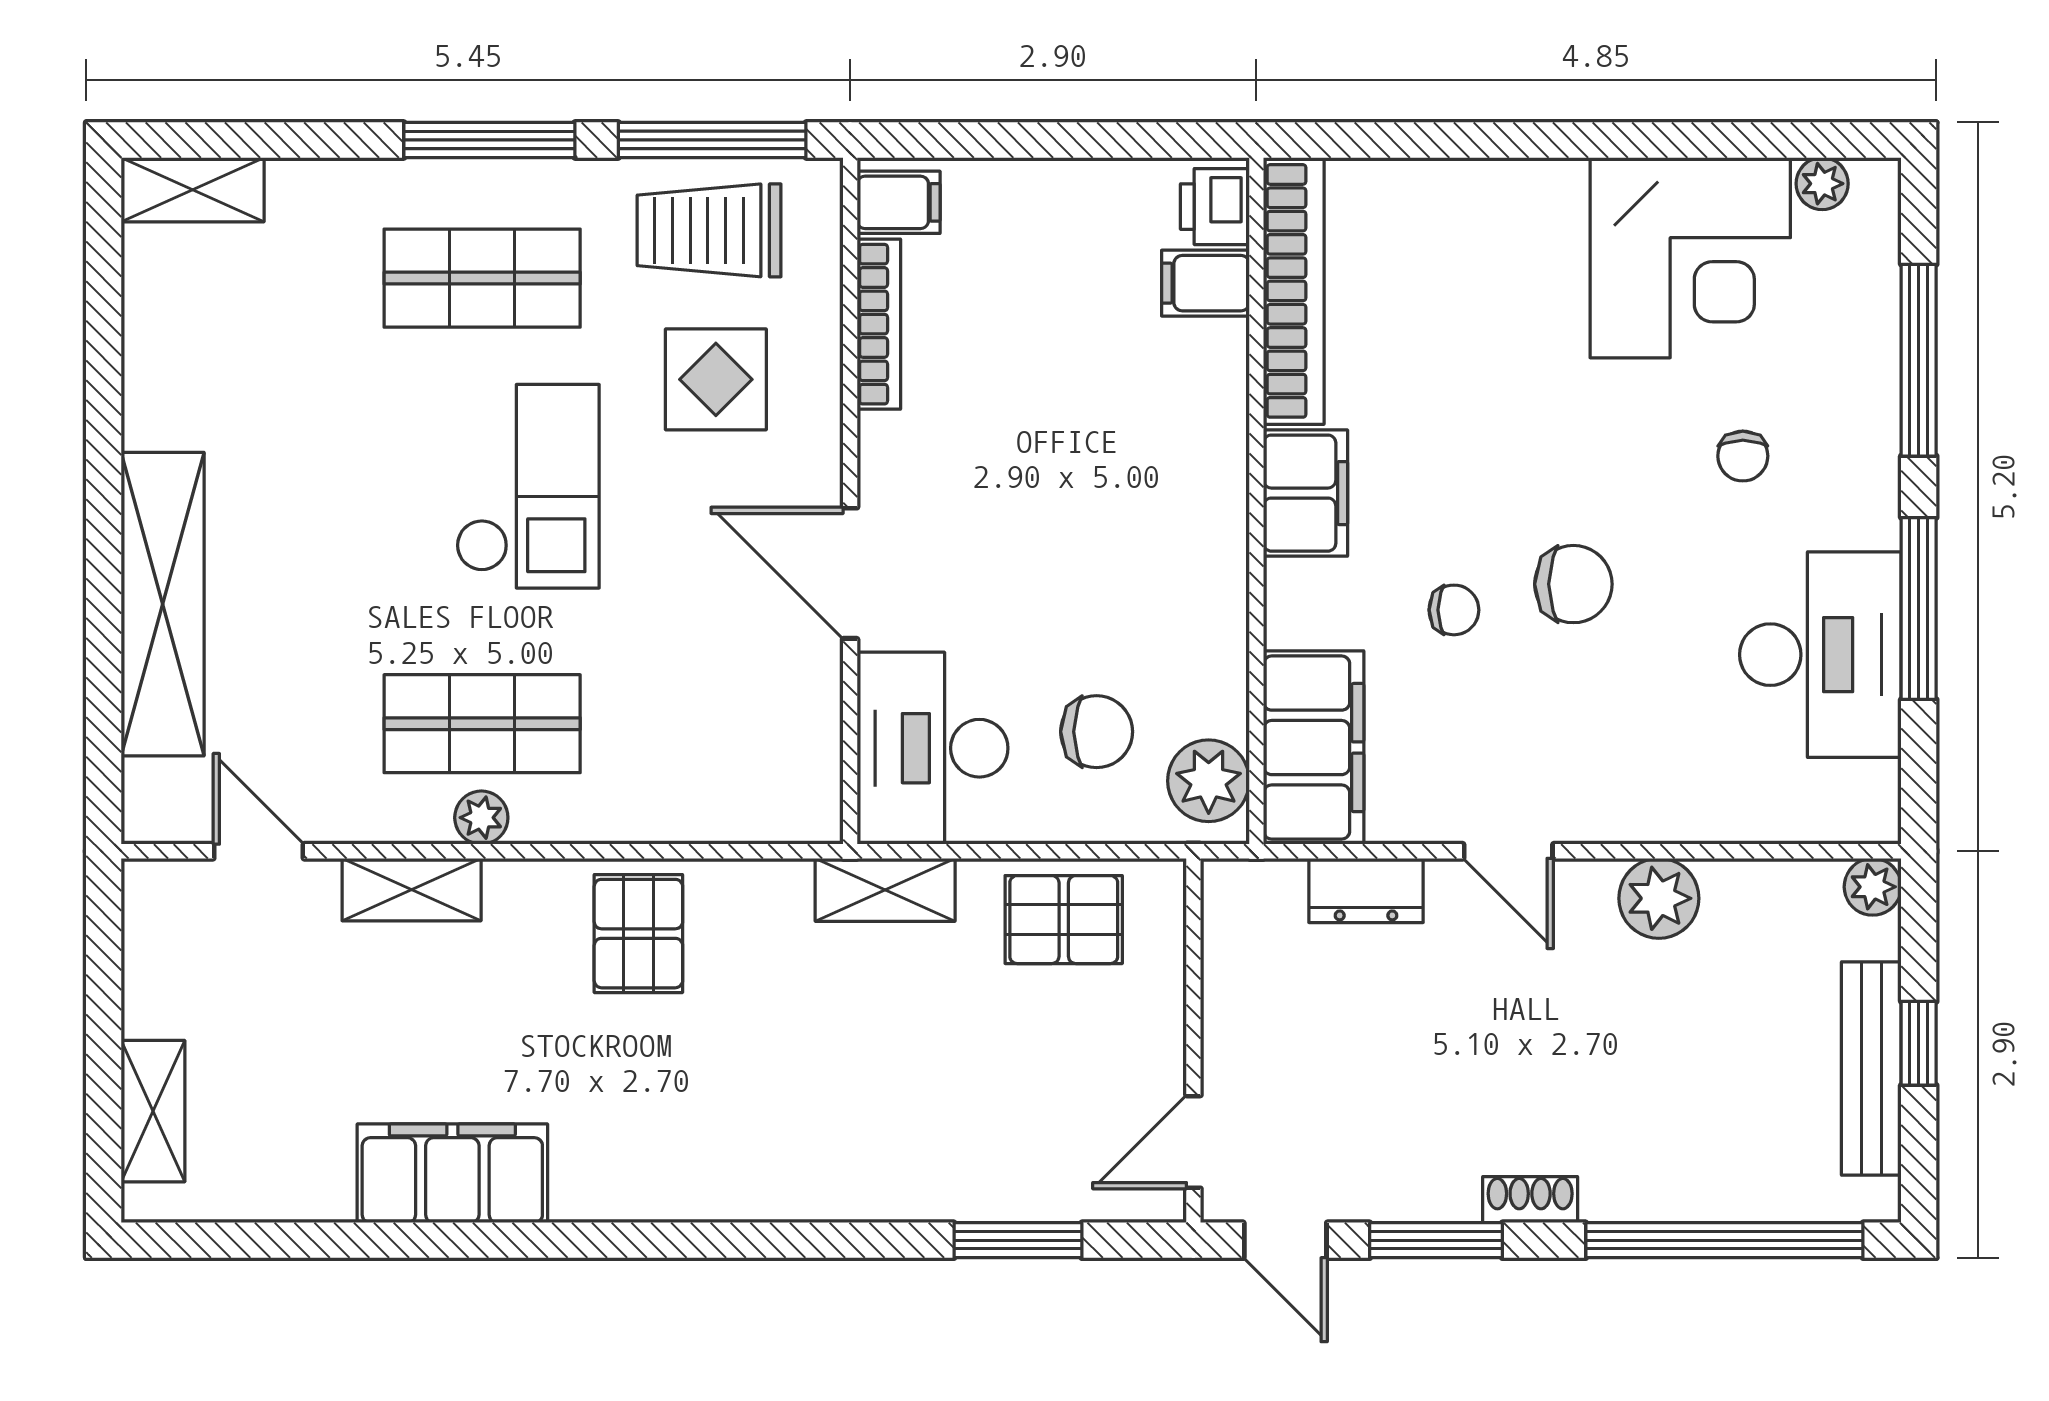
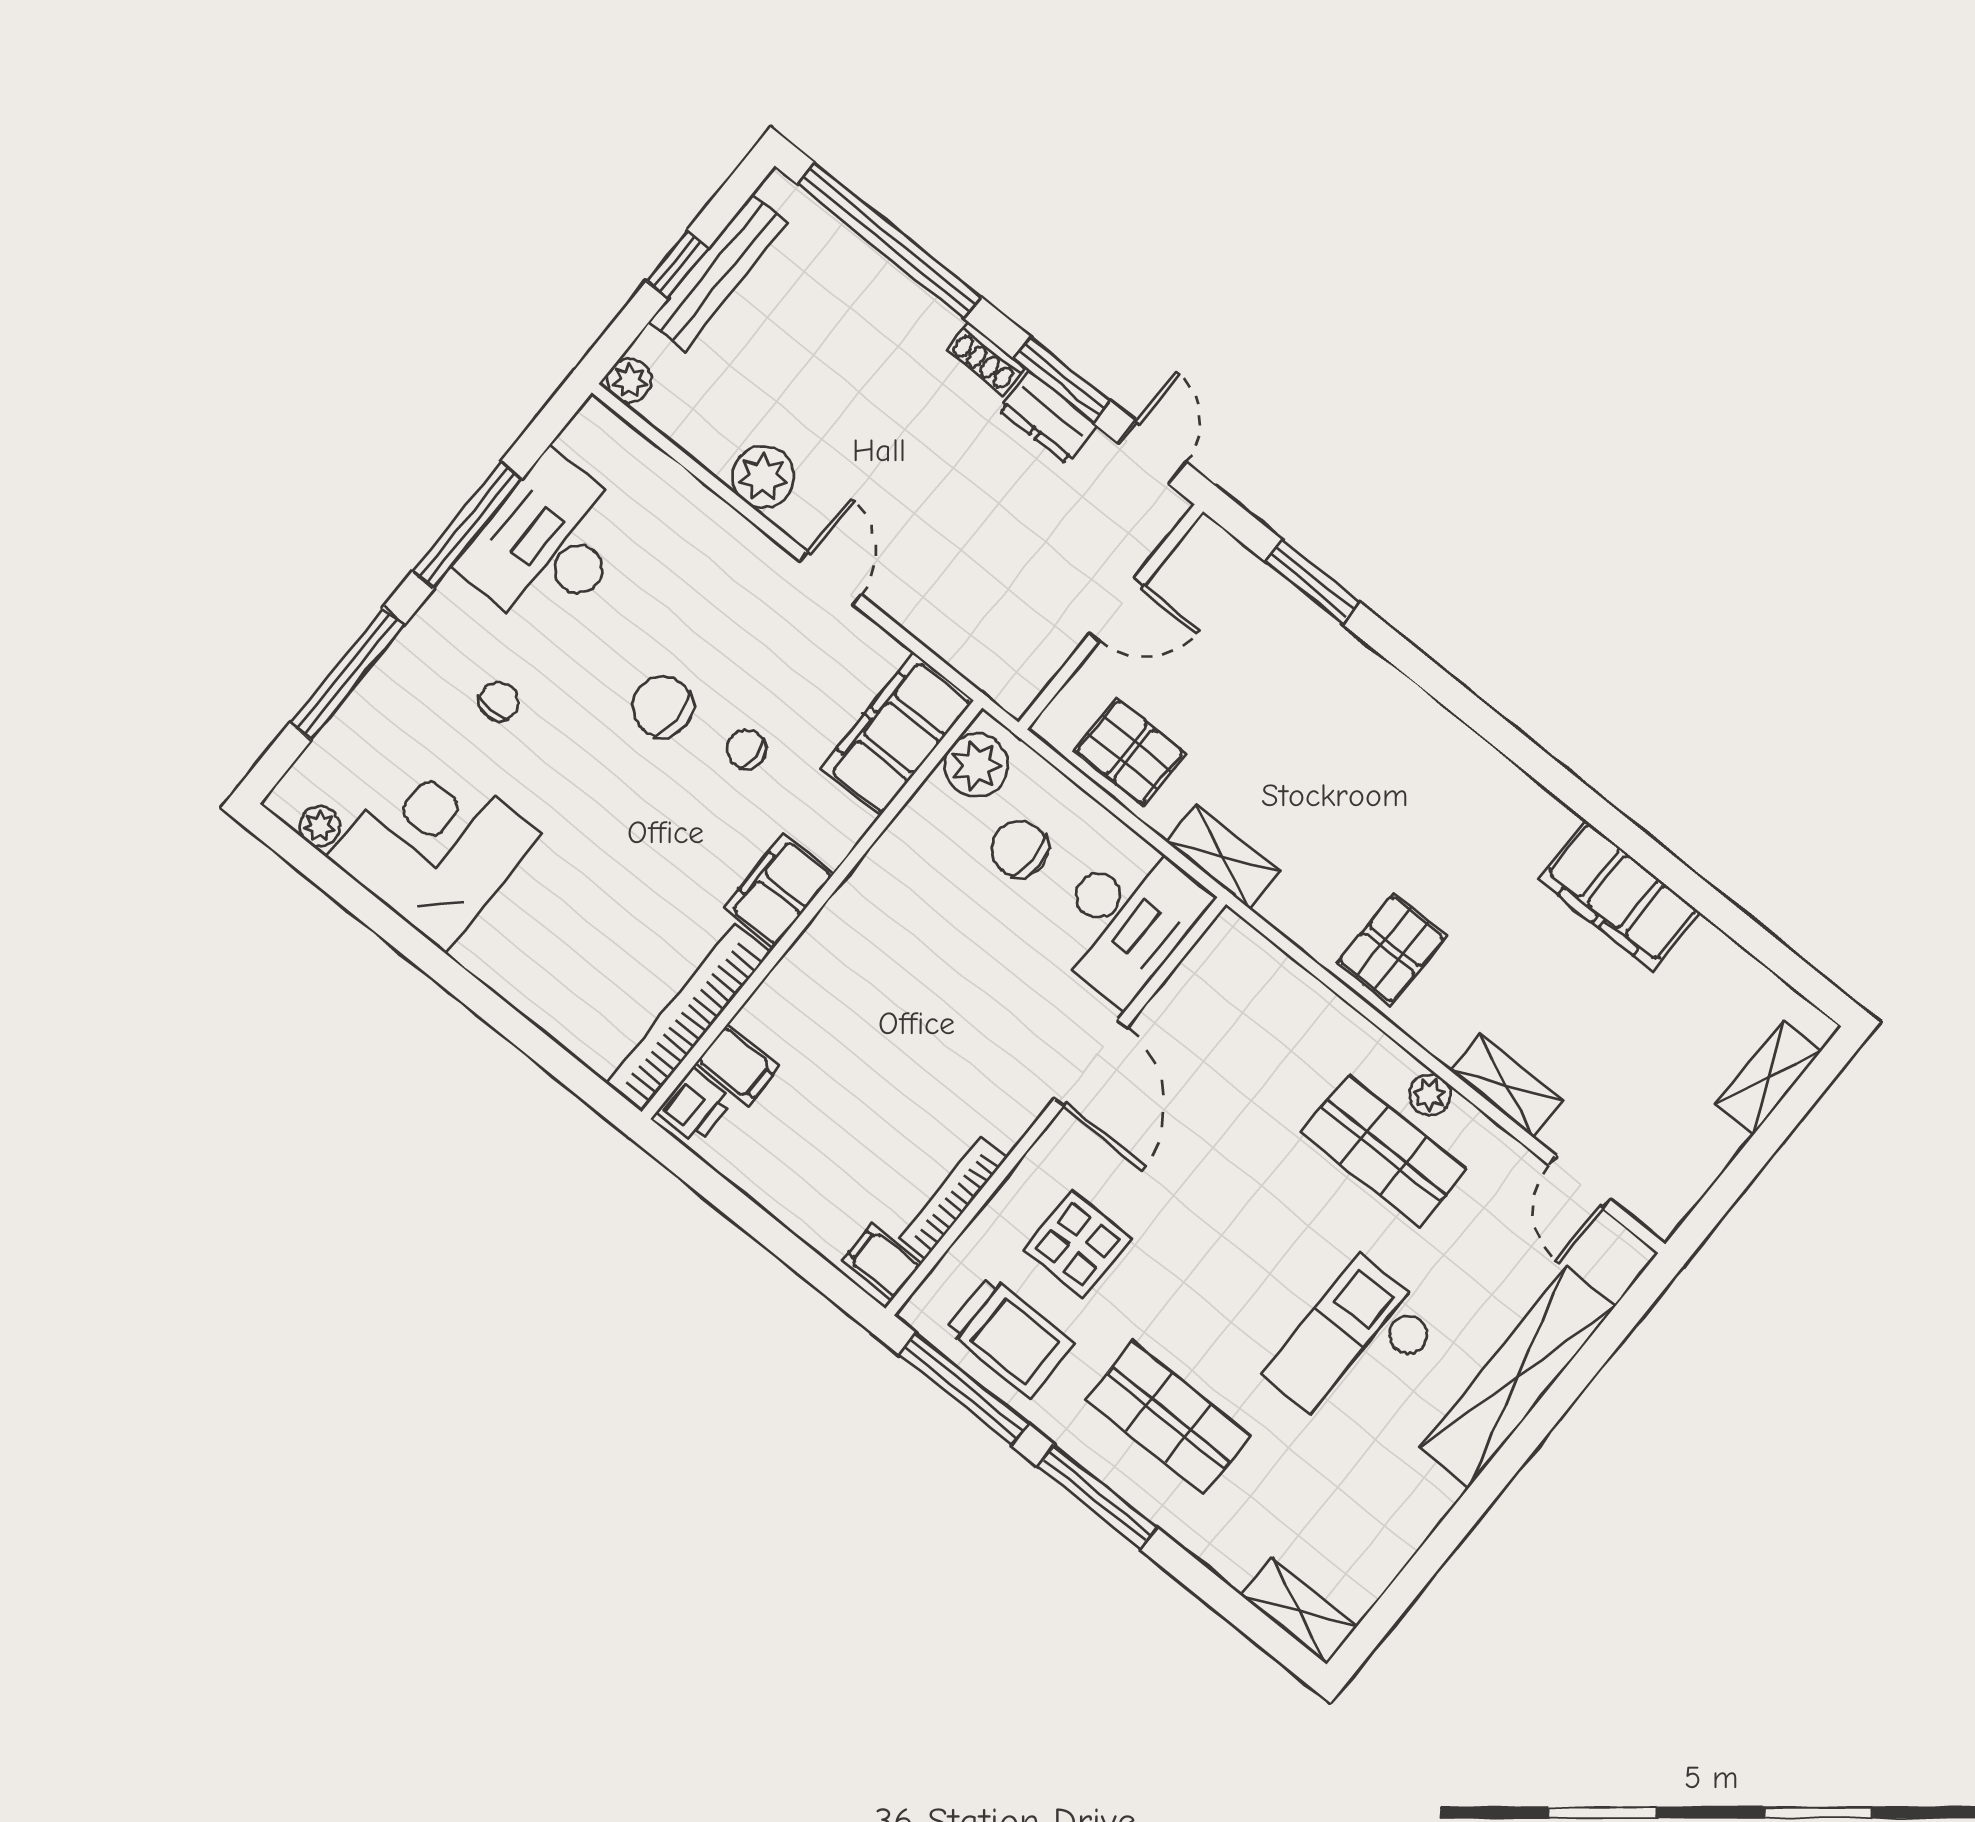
checkout: (528, 486) -> (1352, 1348), moved
dresser: (1366, 890) -> (1048, 417), moved, turned 180
door: (1193, 1142) -> (1117, 610), moved

